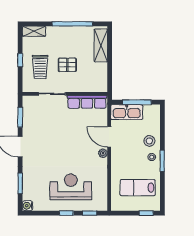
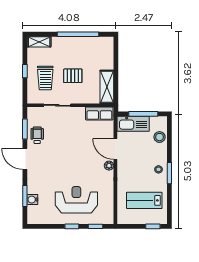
shelving: (101, 45) -> (107, 87), moved
row of seats: (87, 102) -> (99, 113), width x0.68
wheelchair: (32, 123) -> (37, 135), added
stool: (149, 141) -> (160, 137), moved
water cooler: (28, 206) -> (32, 200), moved

